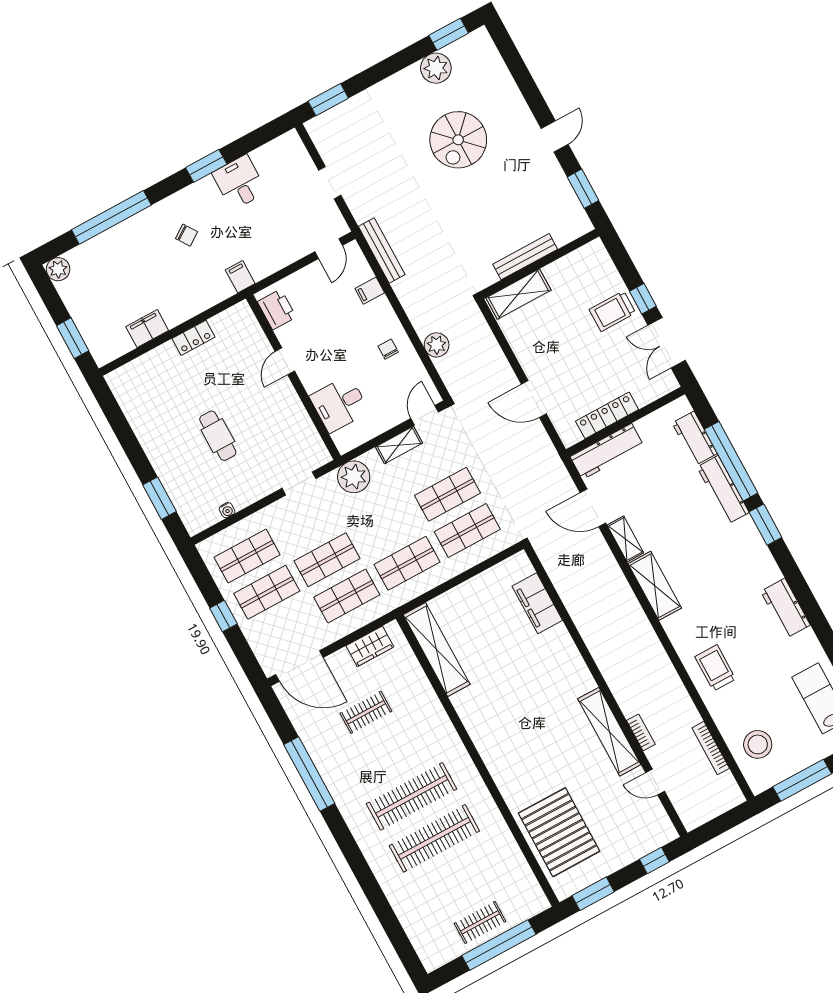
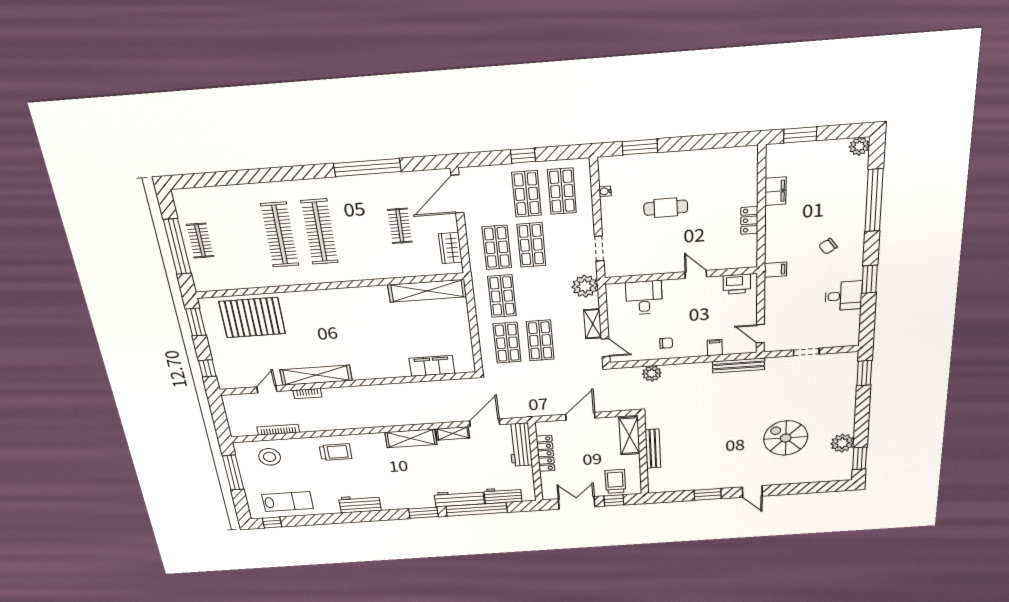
bench: (525, 257) -> (653, 449), moved
wall: (540, 264) -> (643, 455), moved
shelving: (518, 294) -> (629, 436), moved

